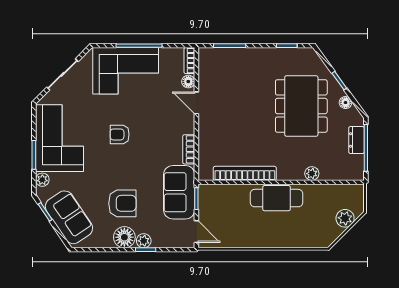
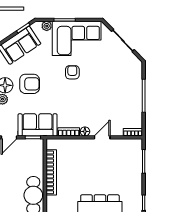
corner sofa: (126, 71) -> (125, 86), removed
floor lamp: (188, 82) -> (85, 131), moved
armchair: (120, 134) -> (72, 72), moved
armchair: (122, 203) -> (30, 84), turned -90

